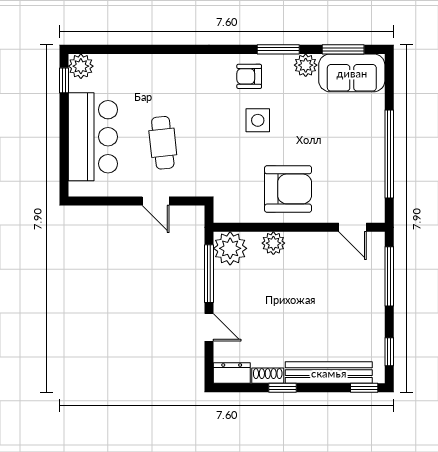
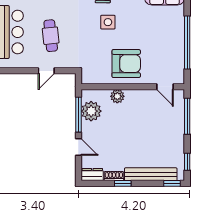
door: (156, 201) -> (46, 71), hinge flipped
plant: (230, 248) -> (91, 111), moved

